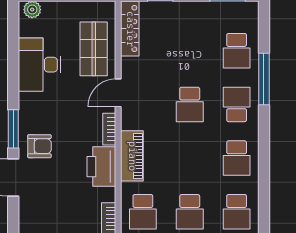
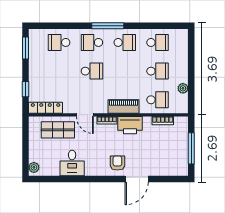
school desk: (237, 51) -> (59, 42), turned 180
desk: (39, 65) -> (72, 163), width x0.73
window: (264, 79) -> (108, 26), moved
window: (13, 129) -> (107, 179), removed

